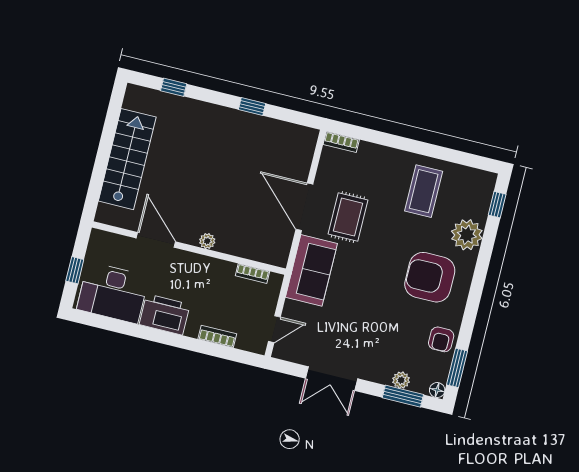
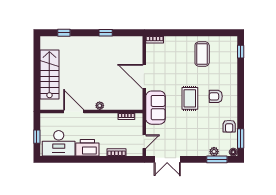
rug: (348, 217) -> (190, 98), moved
plant: (467, 235) -> (229, 71), removed
armchair: (430, 277) -> (216, 96), width x0.53, depth x0.53
double door: (332, 379) -> (167, 159), moved

